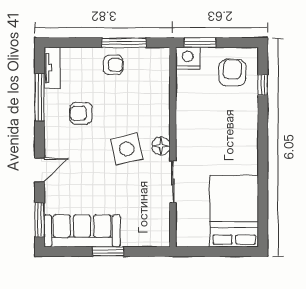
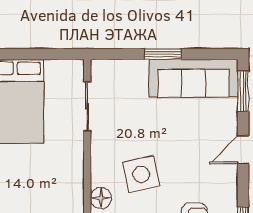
floor lamp: (161, 146) -> (101, 198), moved
sliding door: (173, 182) -> (87, 106), moved

